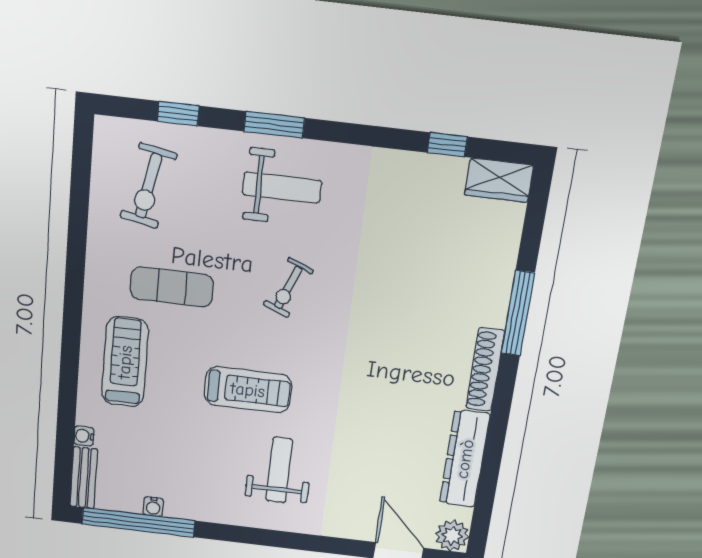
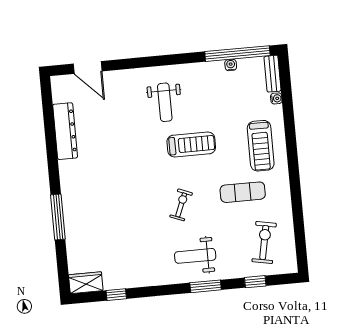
shoe rack: (485, 369) -> (67, 183), removed
treadmill: (248, 390) -> (191, 144), turned 180
plant: (452, 536) -> (60, 85), removed

